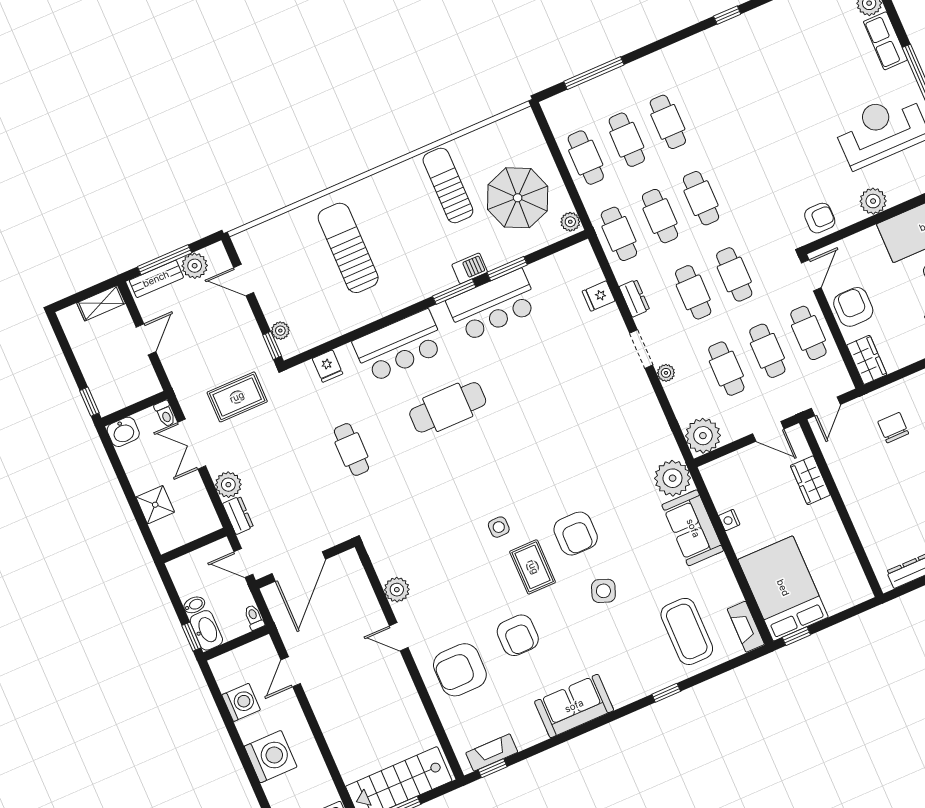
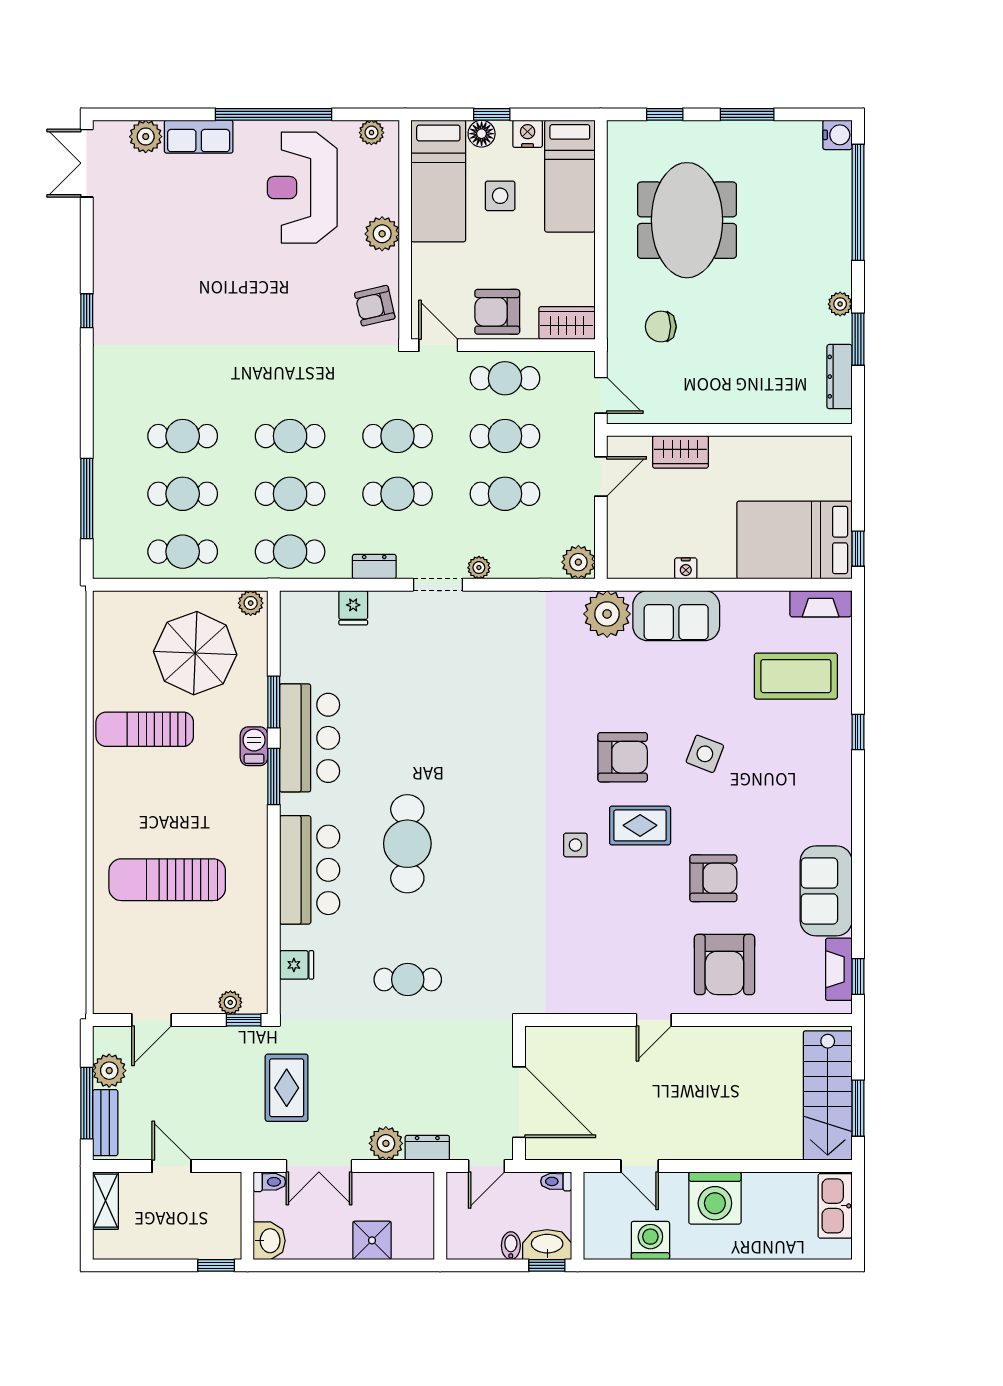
armchair: (820, 218) -> (375, 306), turned -103
plant: (703, 436) -> (578, 562), width x0.73, depth x0.73
plant: (397, 590) -> (597, 998), removed
sofa: (574, 706) -> (826, 891), moved
washing machine: (271, 757) -> (715, 1198), moved, turned 180

